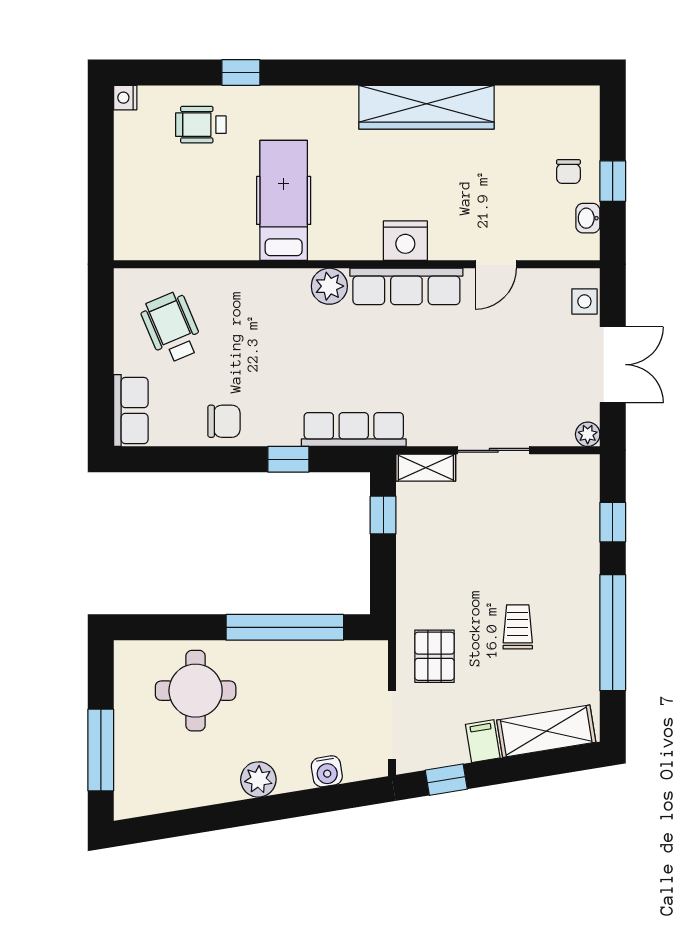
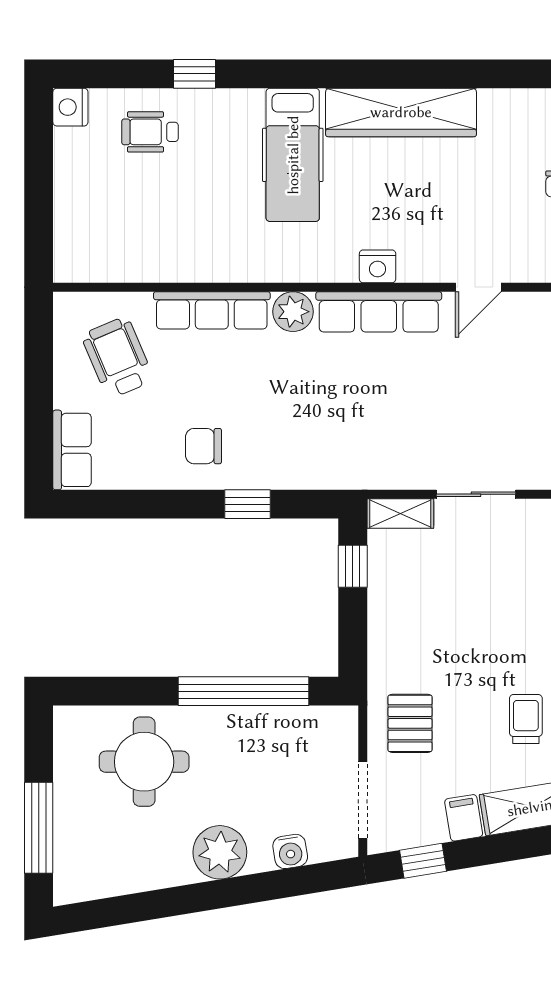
nightstand: (125, 98) -> (70, 107), width x1.39, depth x1.35
hospital bed: (284, 200) -> (293, 155), moved, turned 180
nightstand: (405, 241) -> (378, 266), width x0.74, depth x0.75
chair: (224, 421) -> (203, 446), moved, turned 180
row of seats: (354, 430) -> (212, 310), moved, turned 180
trolley: (518, 627) -> (526, 719), moved
plant: (258, 779) -> (220, 852), width x1.36, depth x1.36

